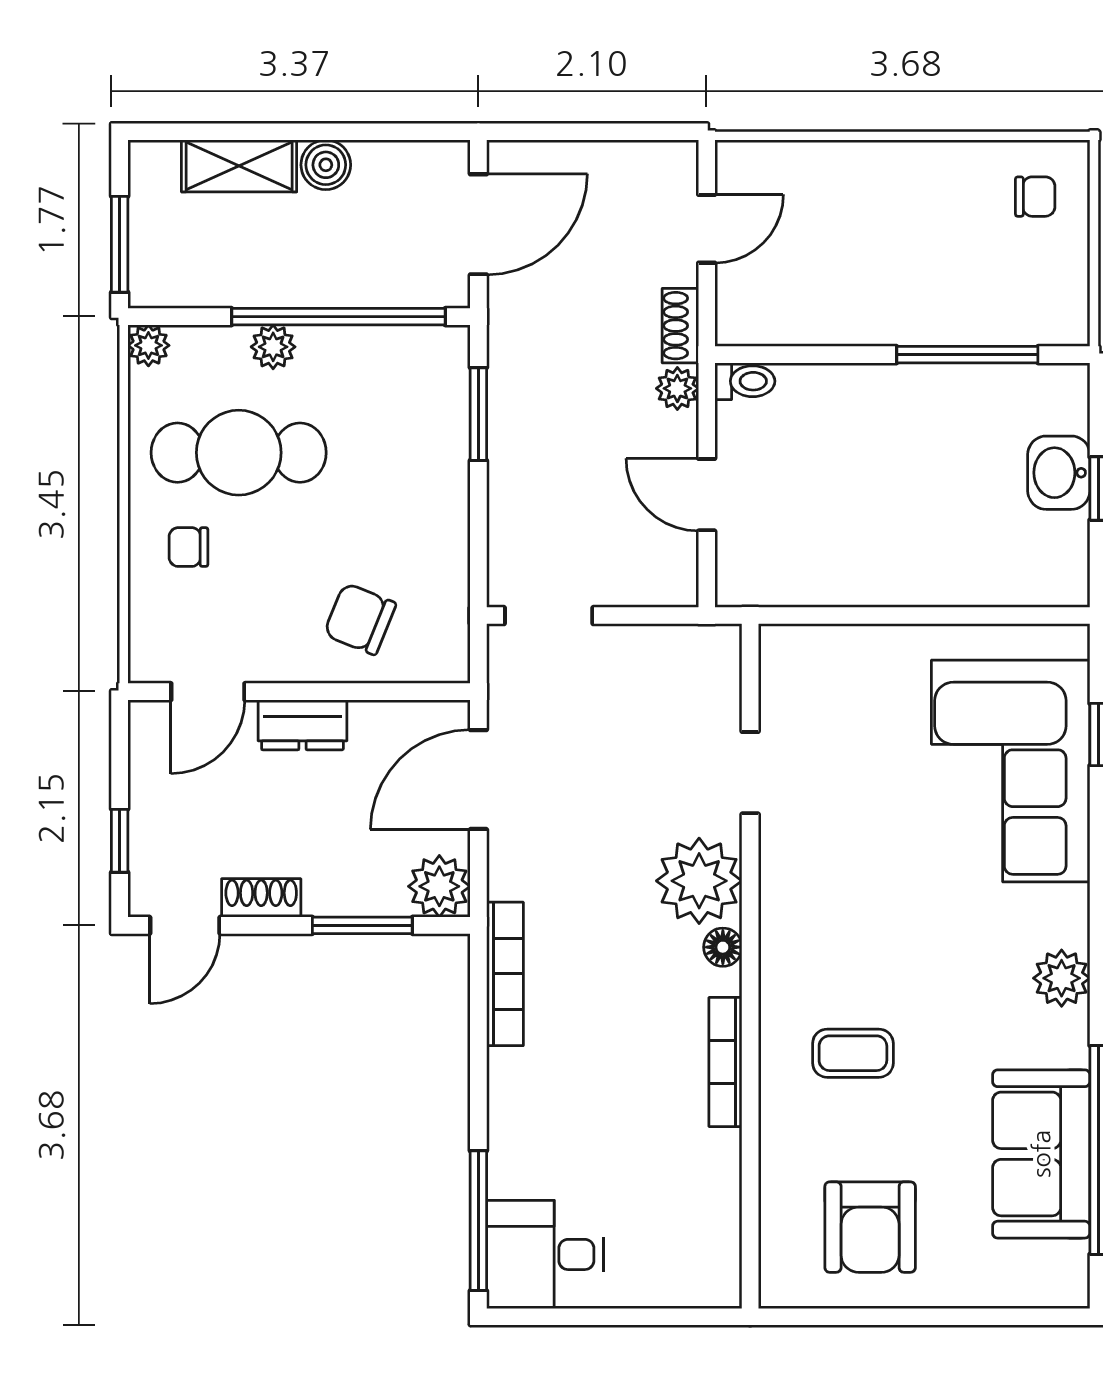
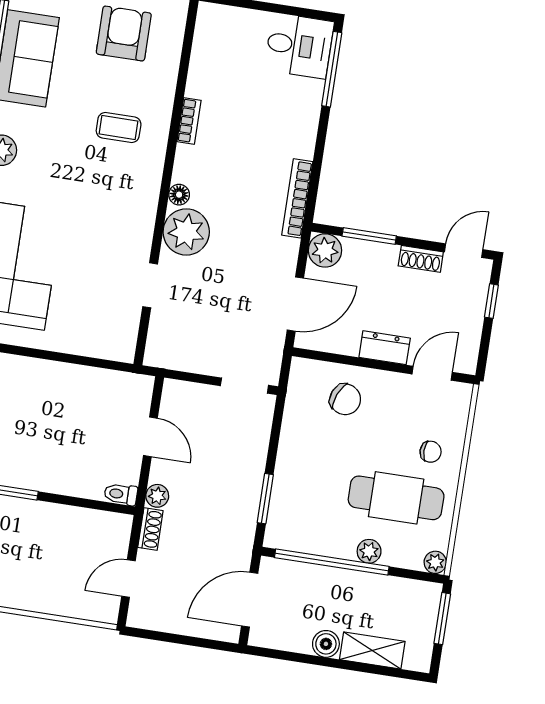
bookcase: (725, 1062) -> (189, 121), width x0.64

